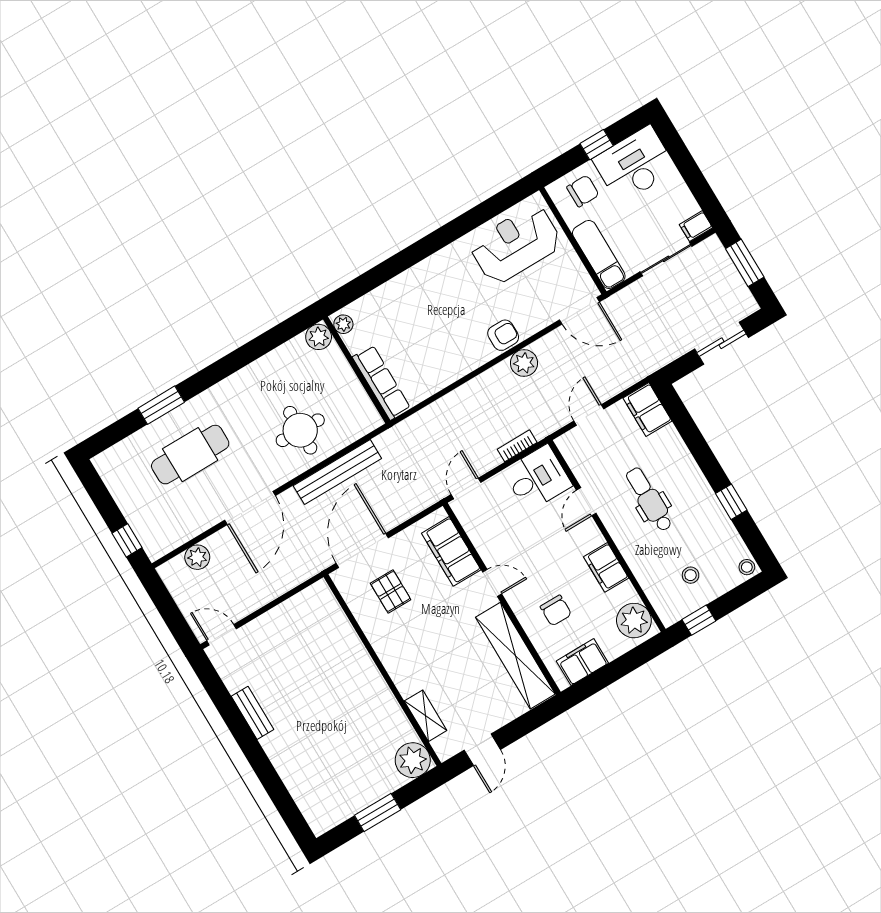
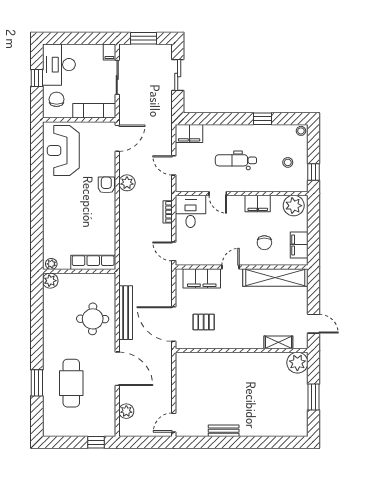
chair: (556, 610) -> (264, 243), turned 90

